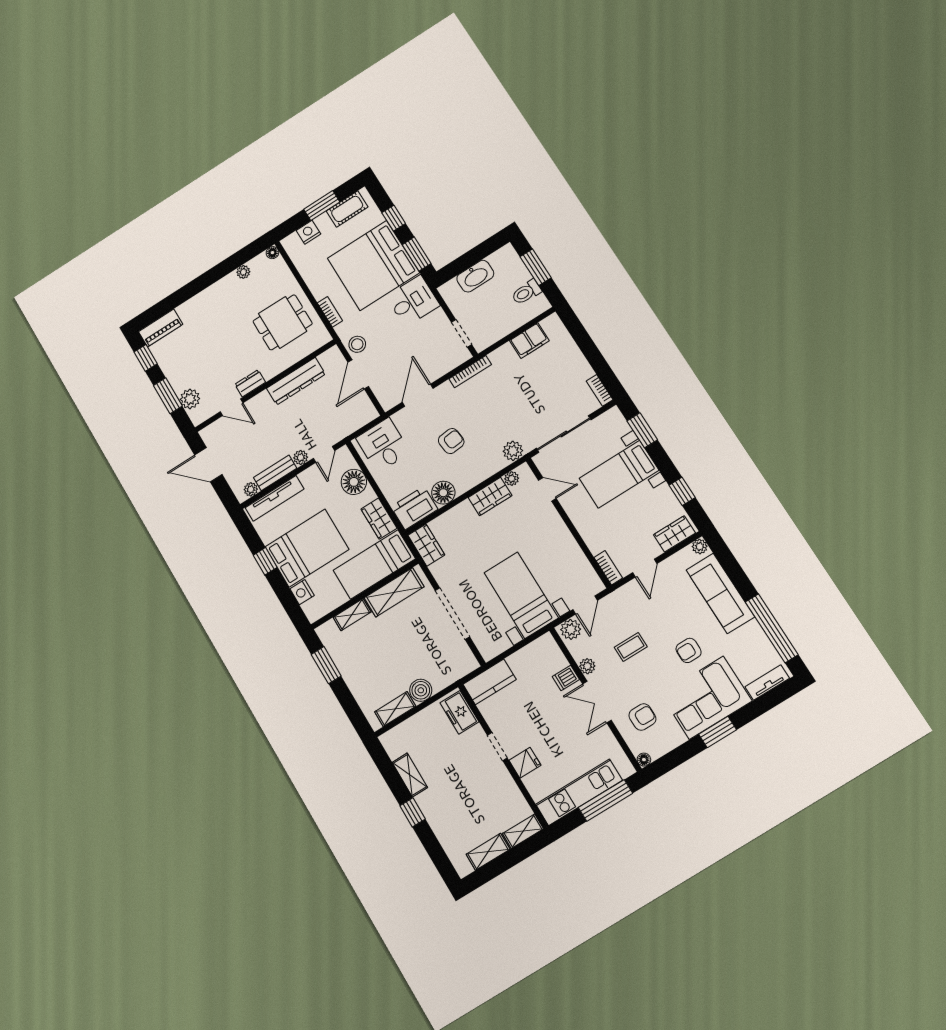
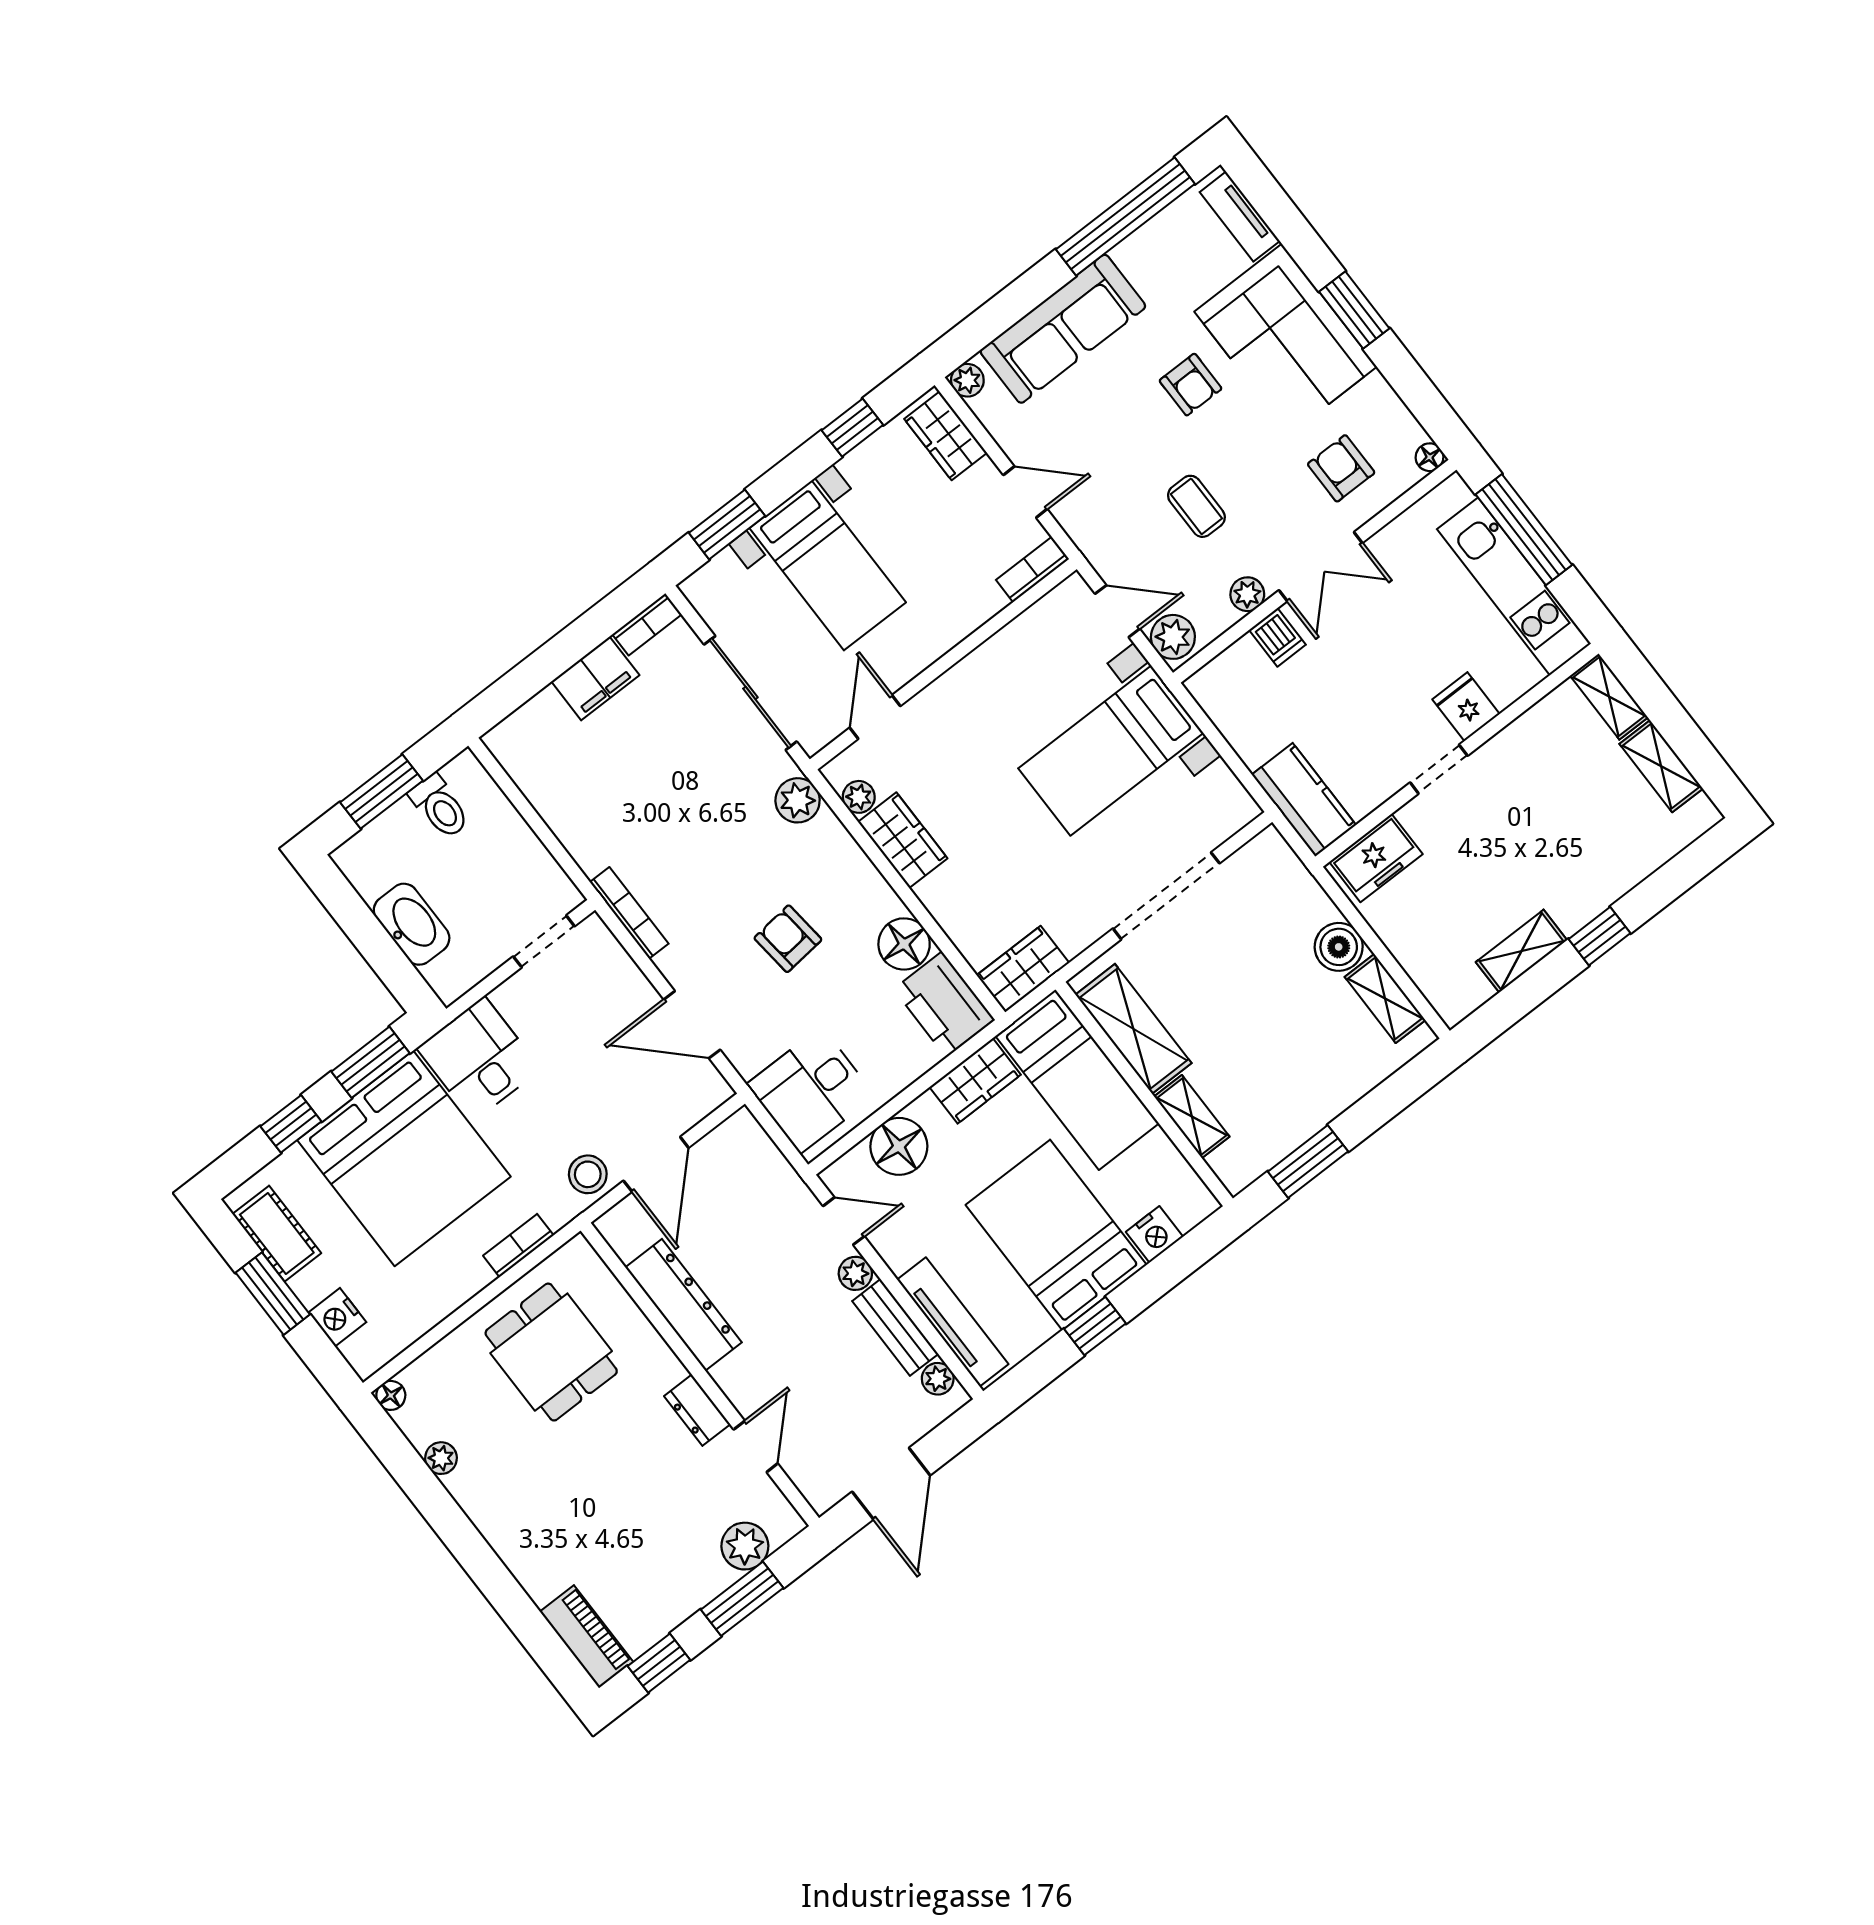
filing cabinet: (529, 341) -> (595, 678), moved, turned 90
door: (358, 374) -> (656, 1164), hinge flipped

